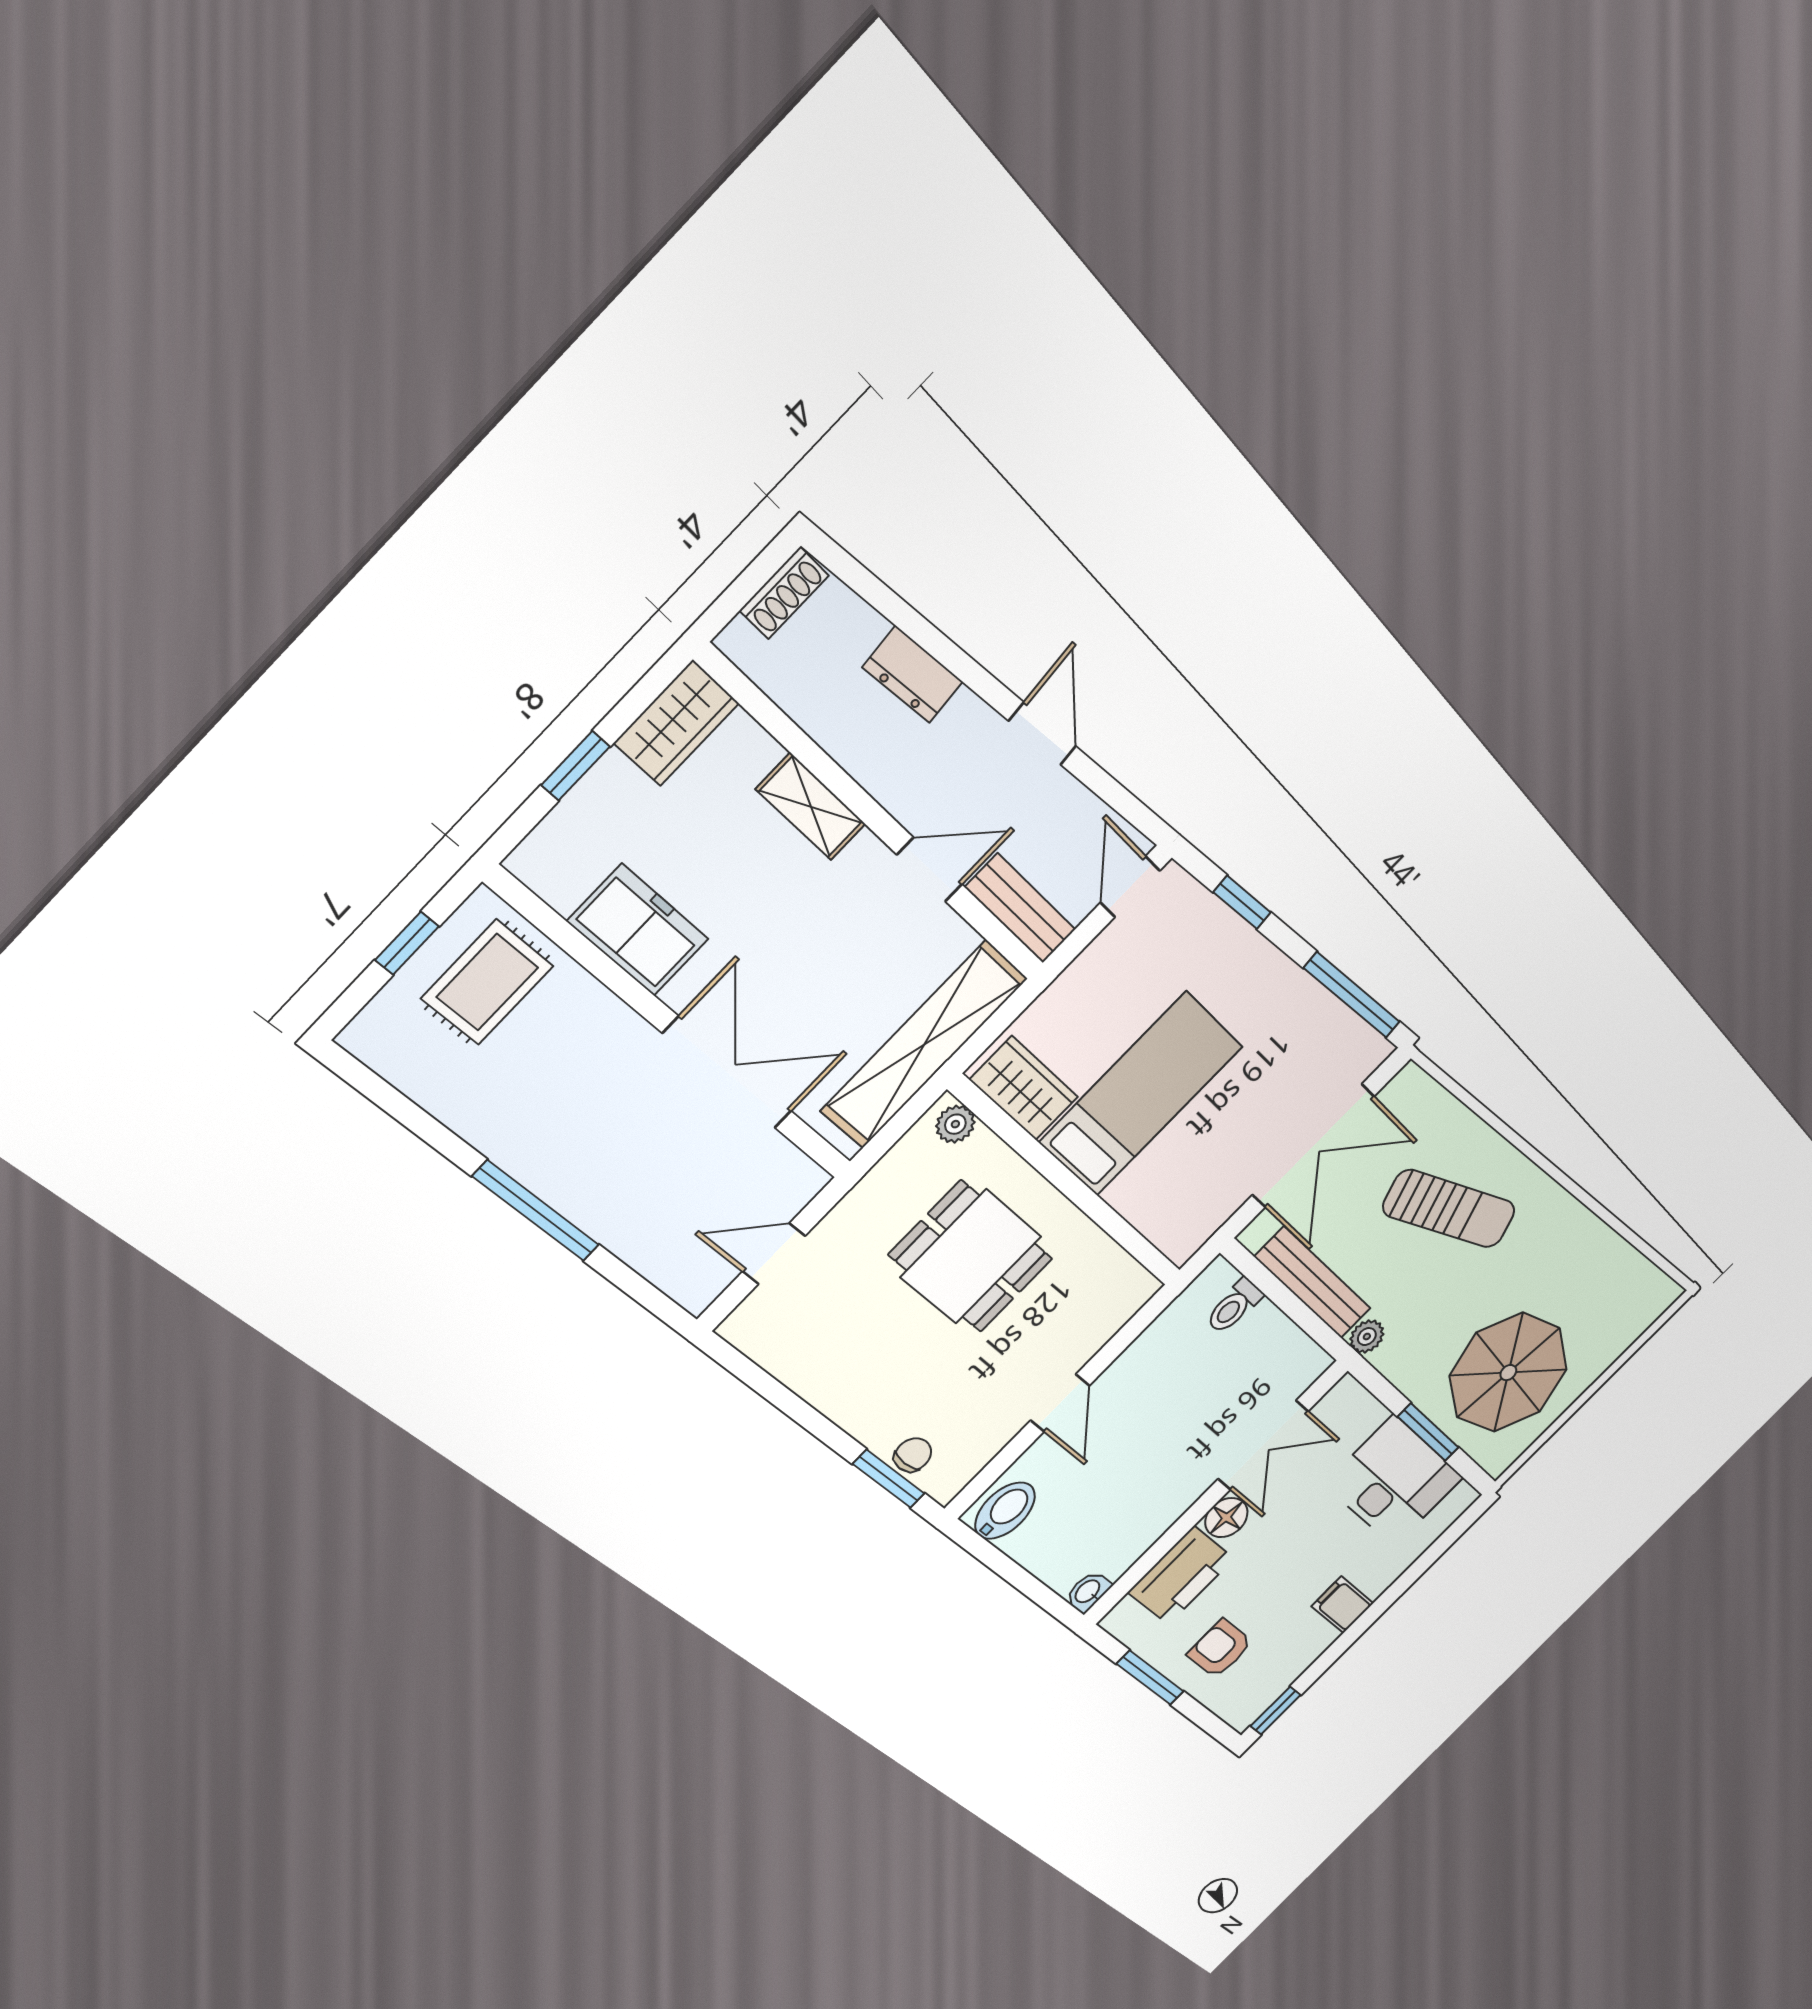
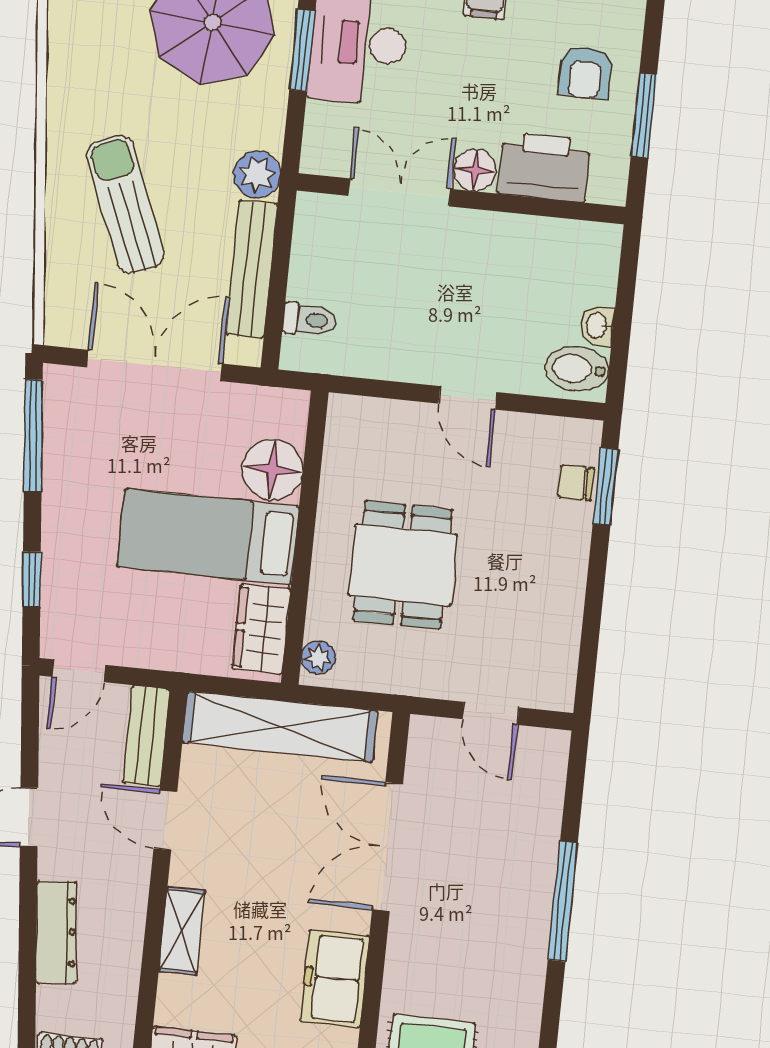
dresser: (913, 675) -> (56, 932), width x1.44
floor lamp: (1146, 1192) -> (272, 470), added
plant: (1367, 1337) -> (257, 175), width x1.38, depth x1.38
door: (1060, 1403) -> (468, 398), swing flipped
washbasin: (1088, 1592) -> (597, 326), moved, turned 90

